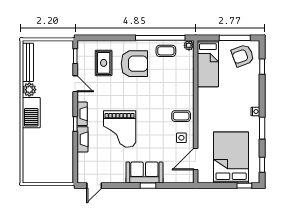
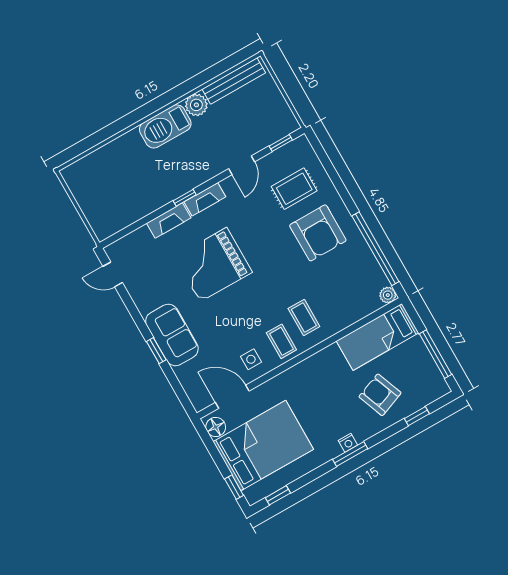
coffee table: (166, 51) -> (304, 318), moved
armchair: (243, 56) -> (380, 395), moved
window: (262, 128) -> (350, 454), moved
floor lamp: (207, 177) -> (216, 427), added

